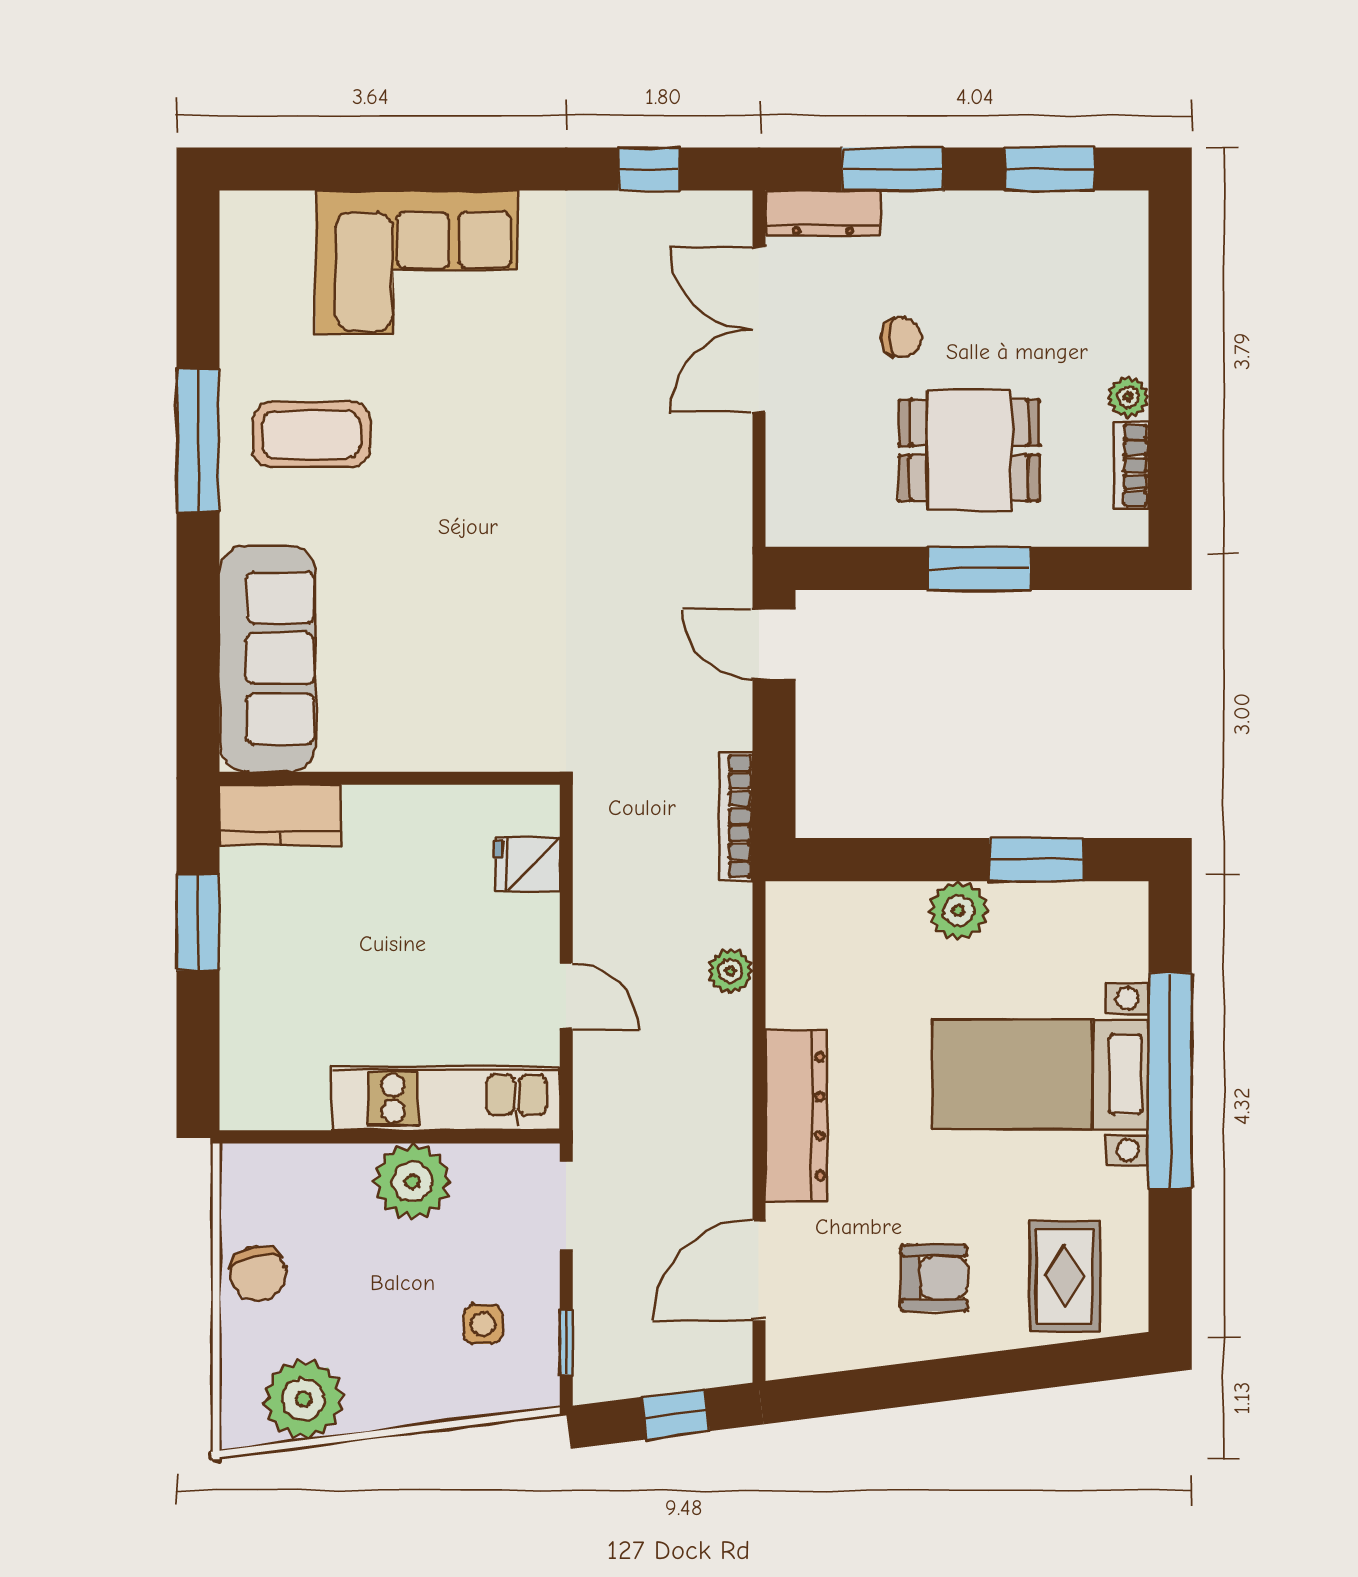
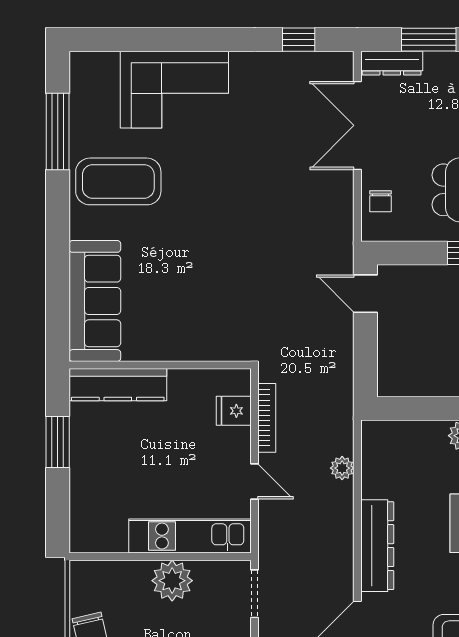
chair: (902, 337) -> (380, 201), moved, turned 90
coffee table: (311, 435) -> (118, 181), width x1.36, depth x1.32
window: (198, 440) -> (58, 131), moved
kitchen counter: (280, 815) -> (118, 385), width x1.50
bookcase: (736, 816) -> (267, 418), moved, turned 180

